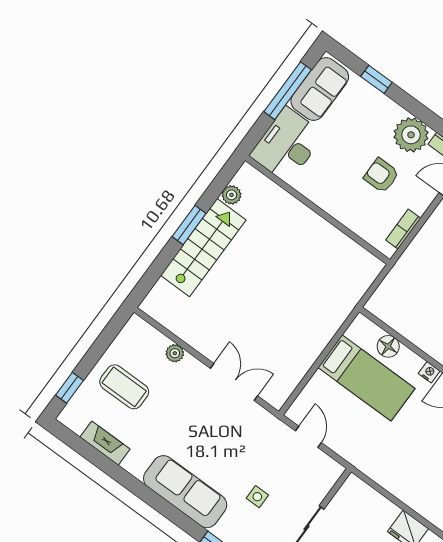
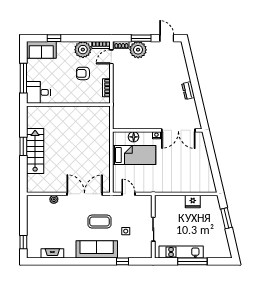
sofa: (320, 89) -> (41, 50), moved, turned 90
window: (288, 91) -> (23, 78), moved
desk: (287, 145) -> (38, 92), width x0.73
plant: (232, 195) -> (31, 123), removed
double door: (234, 382) -> (85, 194), width x1.37
coffee table: (124, 387) -> (99, 222), moved

